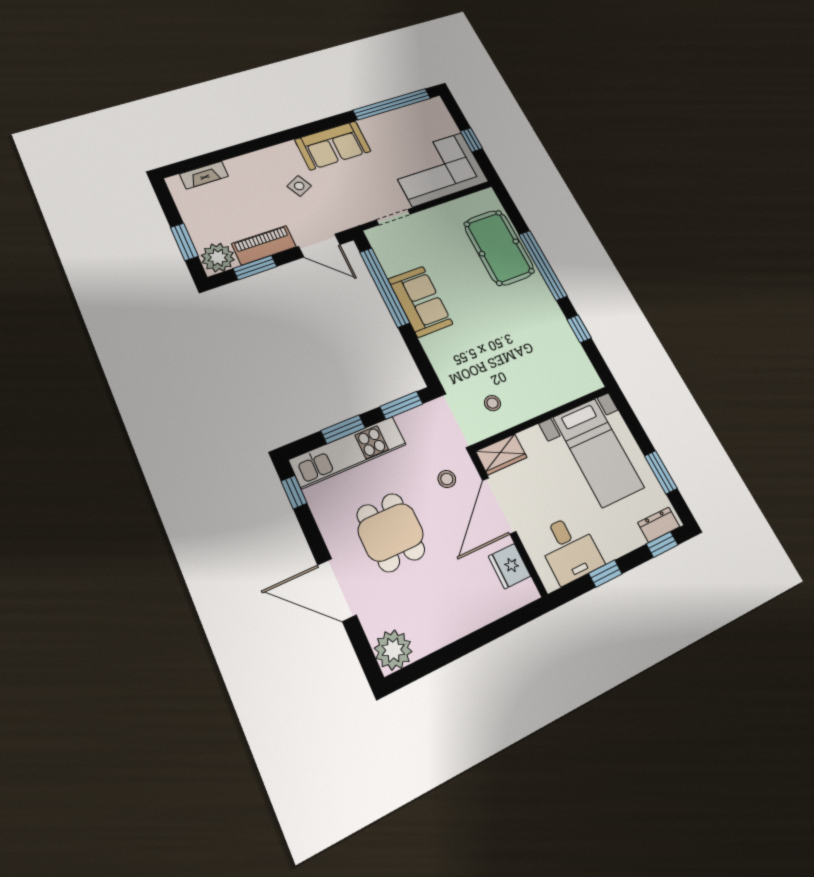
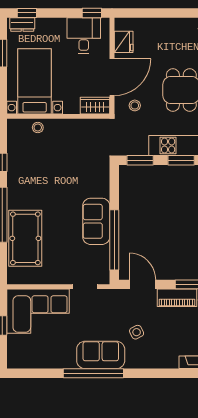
window: (392, 104) -> (93, 373), moved
stool: (492, 403) -> (38, 128), moved
window: (605, 574) -> (92, 13), moved

